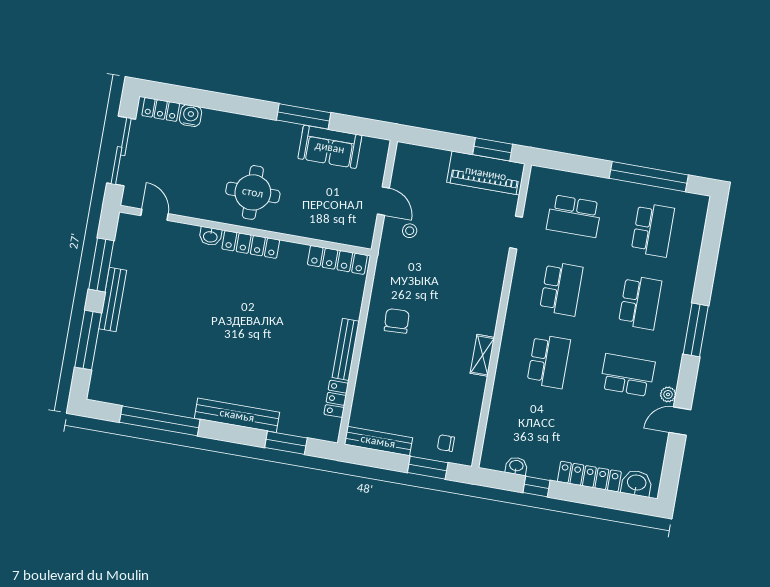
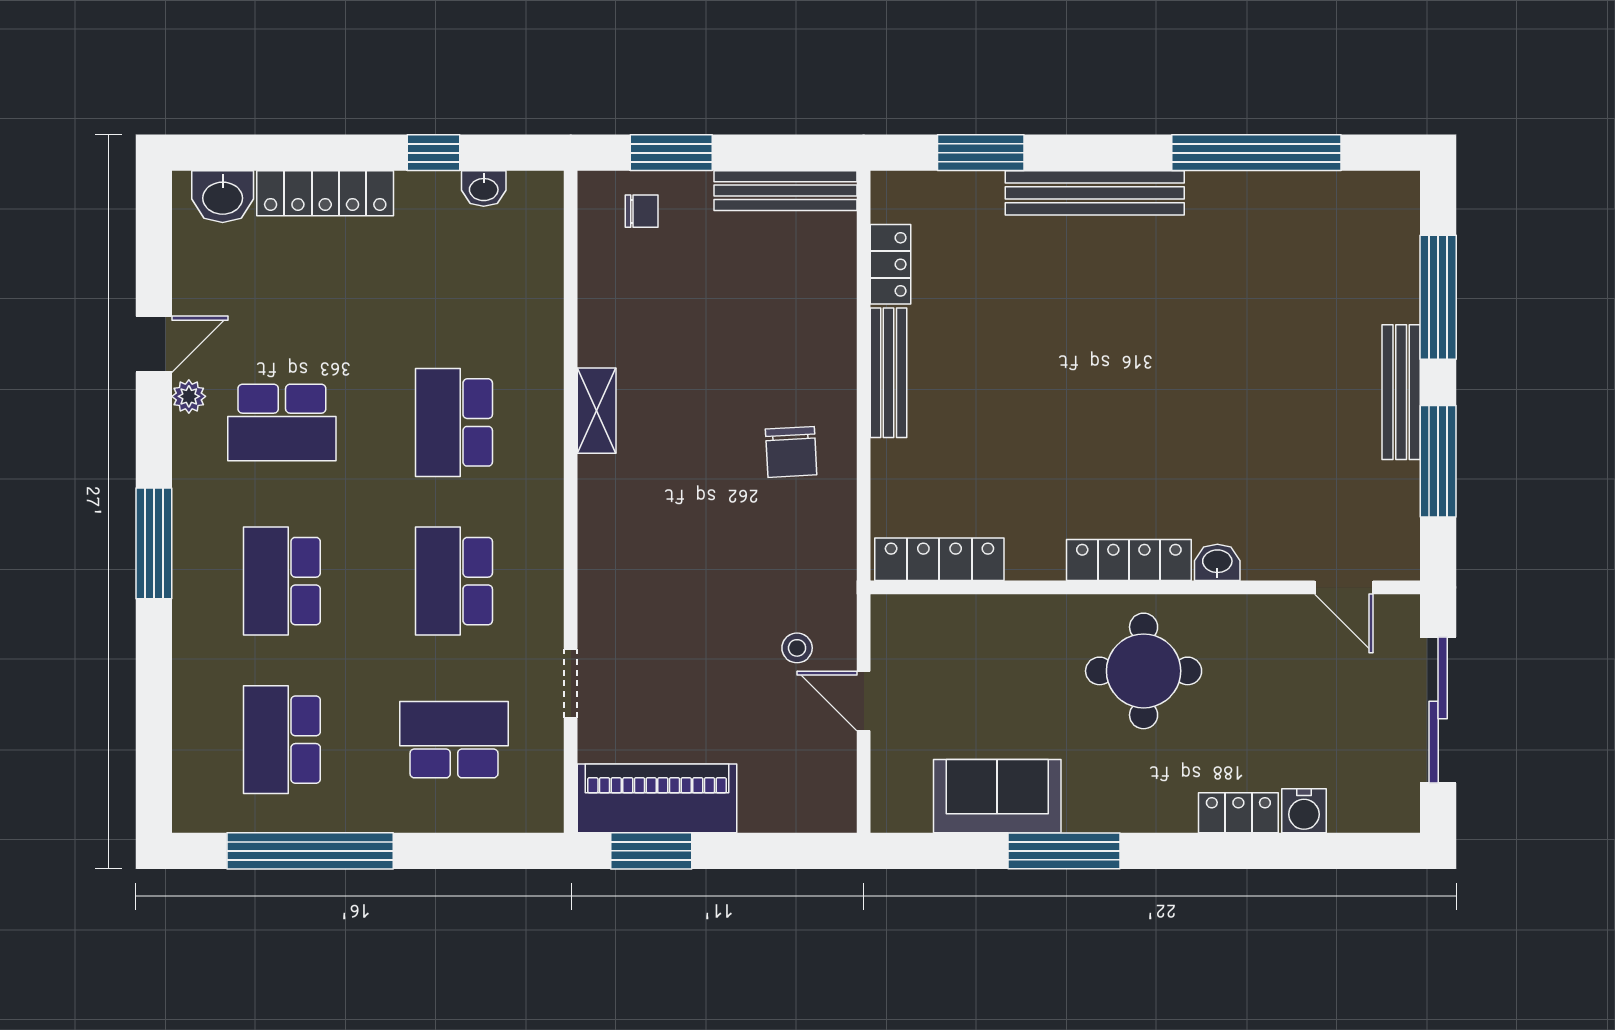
locker: (161, 109) -> (1238, 813), moved

